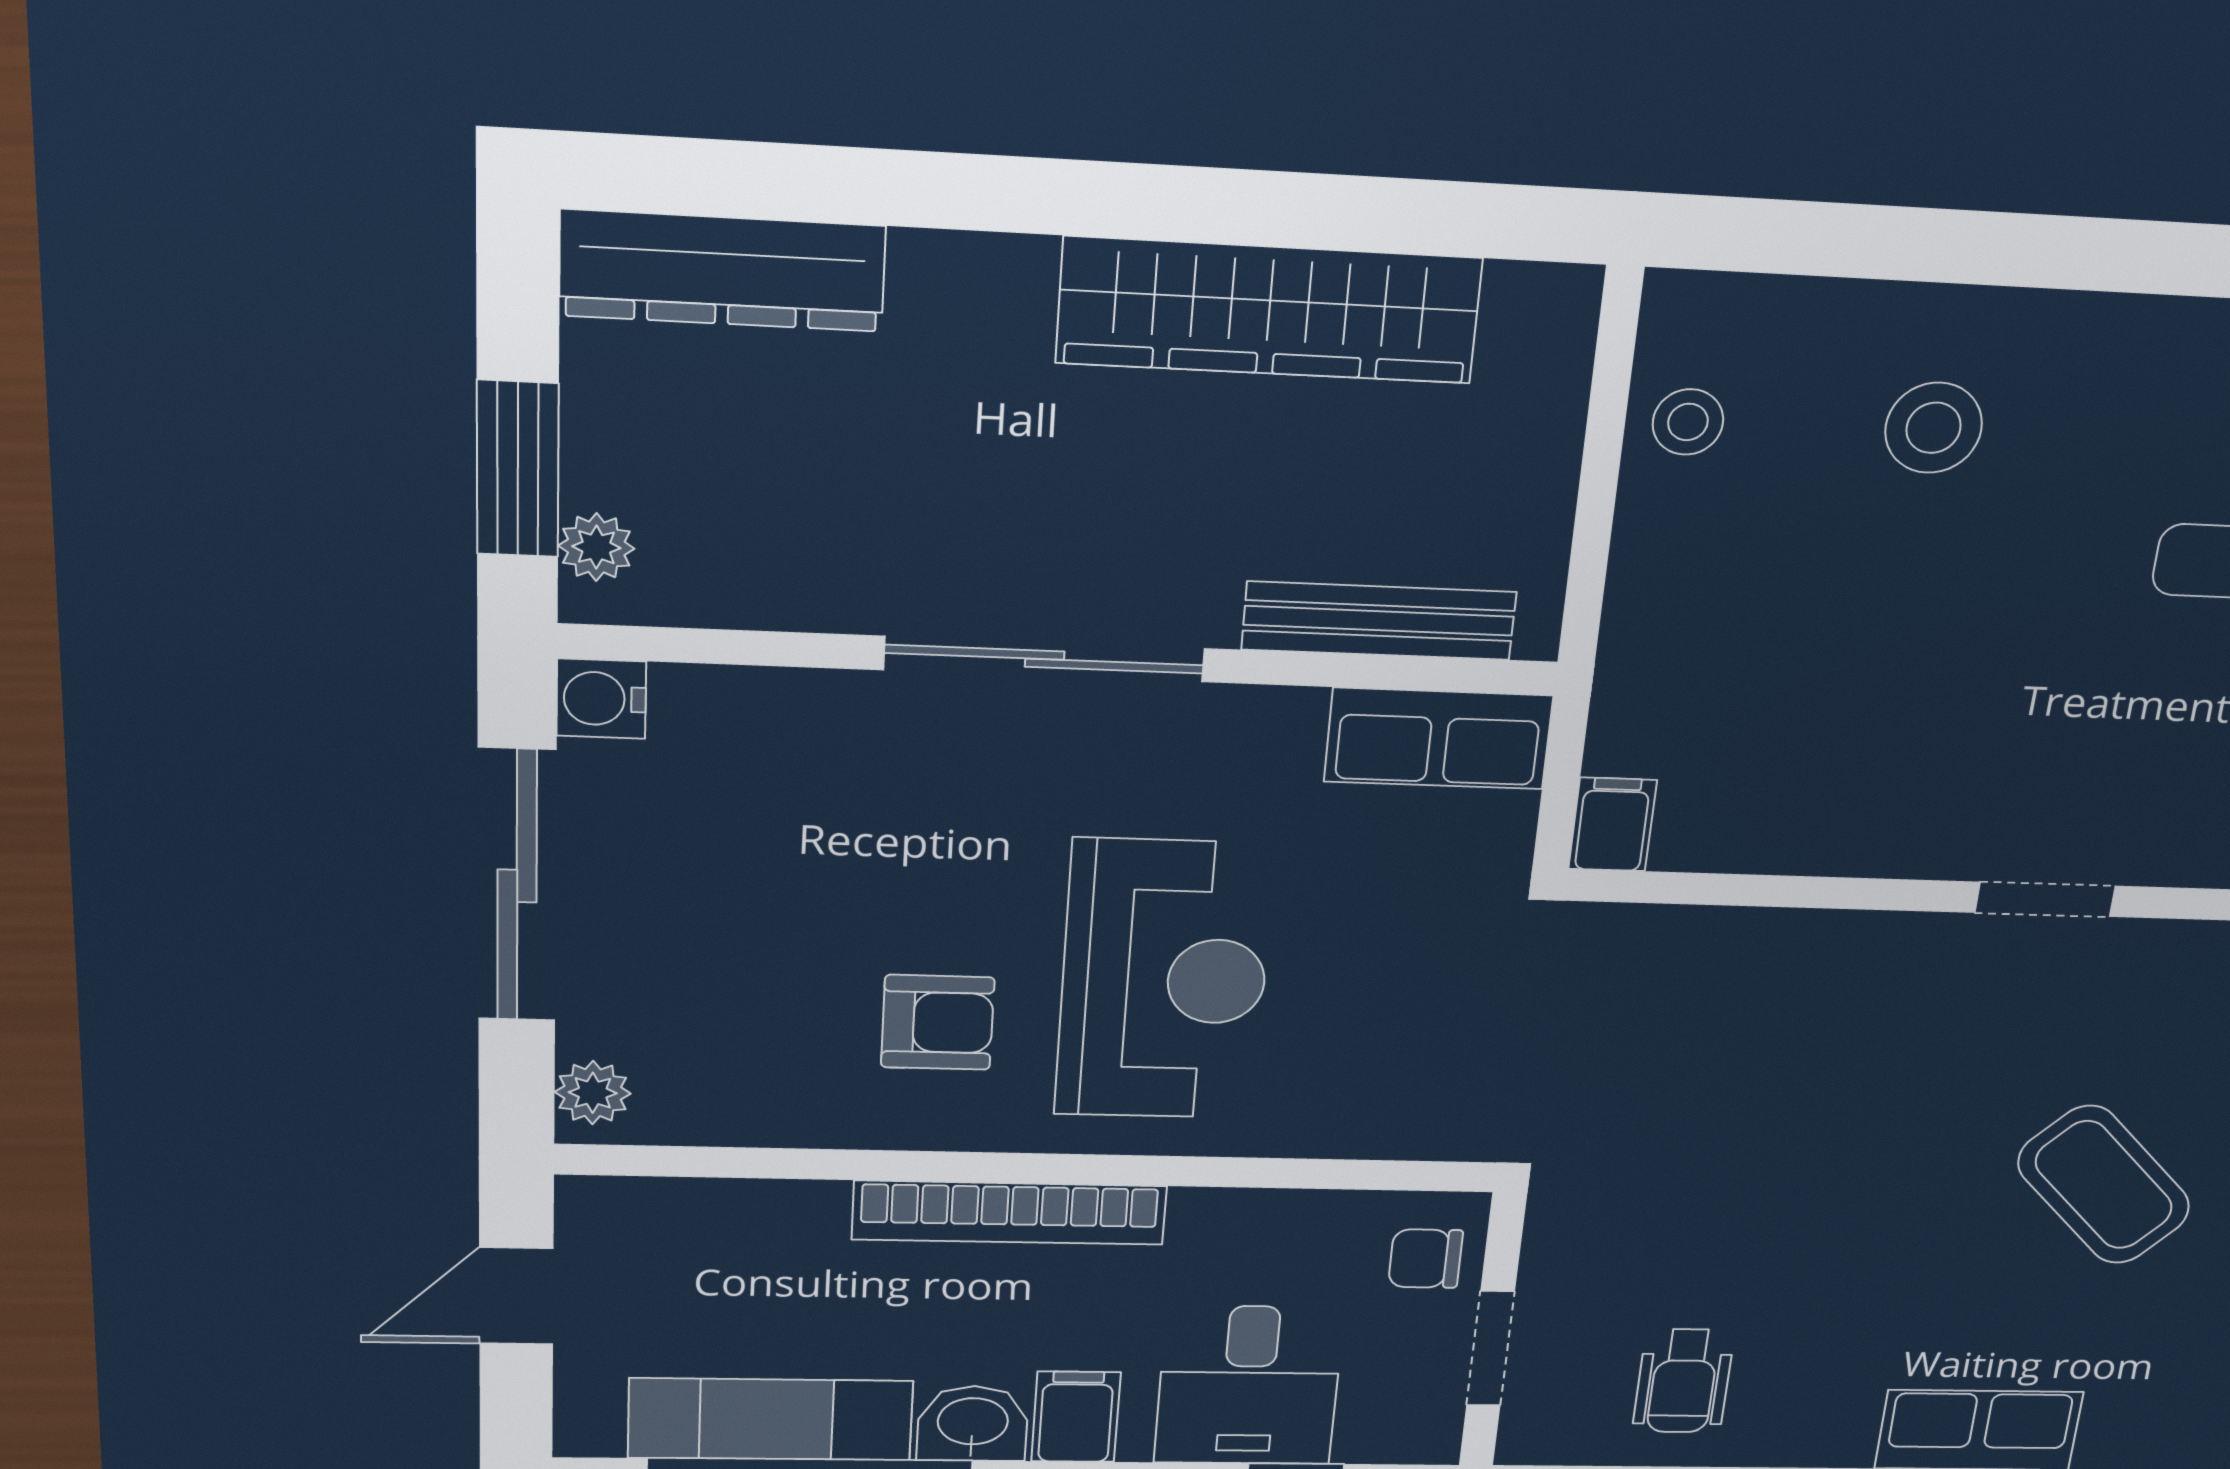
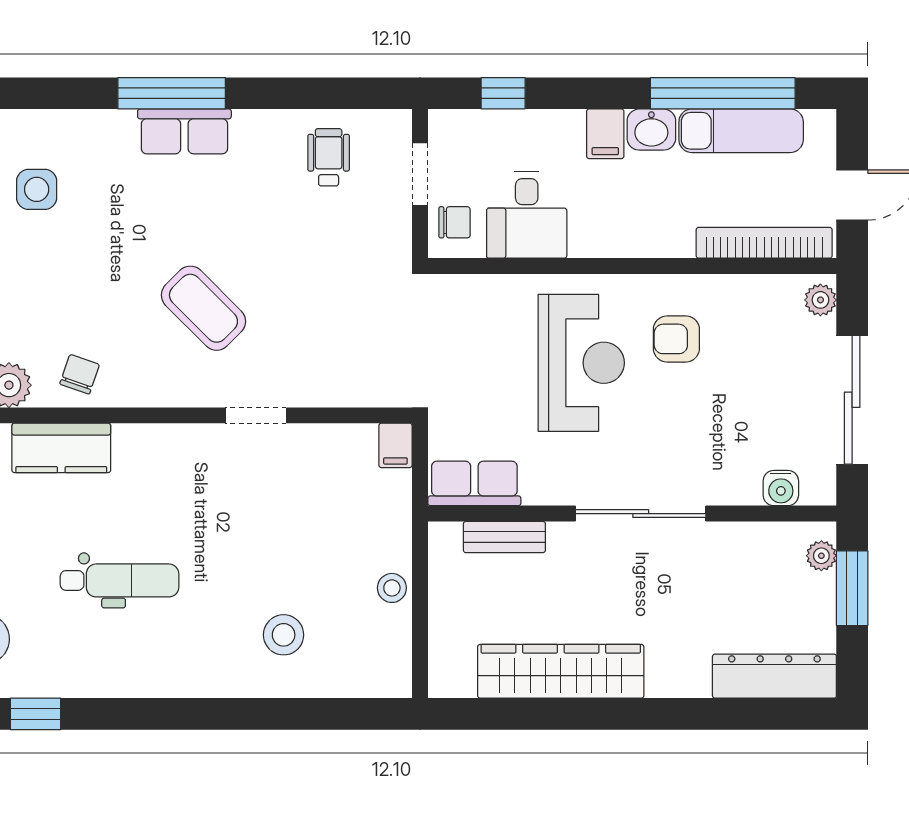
stool: (1688, 422) -> (392, 588), moved
bench: (1379, 621) -> (504, 537), width x0.73
water cooler: (601, 699) -> (781, 488), moved, turned 90
doorway: (2045, 899) -> (256, 415), moved
reception desk: (1164, 980) -> (581, 363), turned 180
coffee table: (2104, 1185) -> (203, 308), moved
bookcase: (1009, 1213) -> (764, 243), moved
desk: (1249, 1385) -> (527, 215), moved, turned 180

